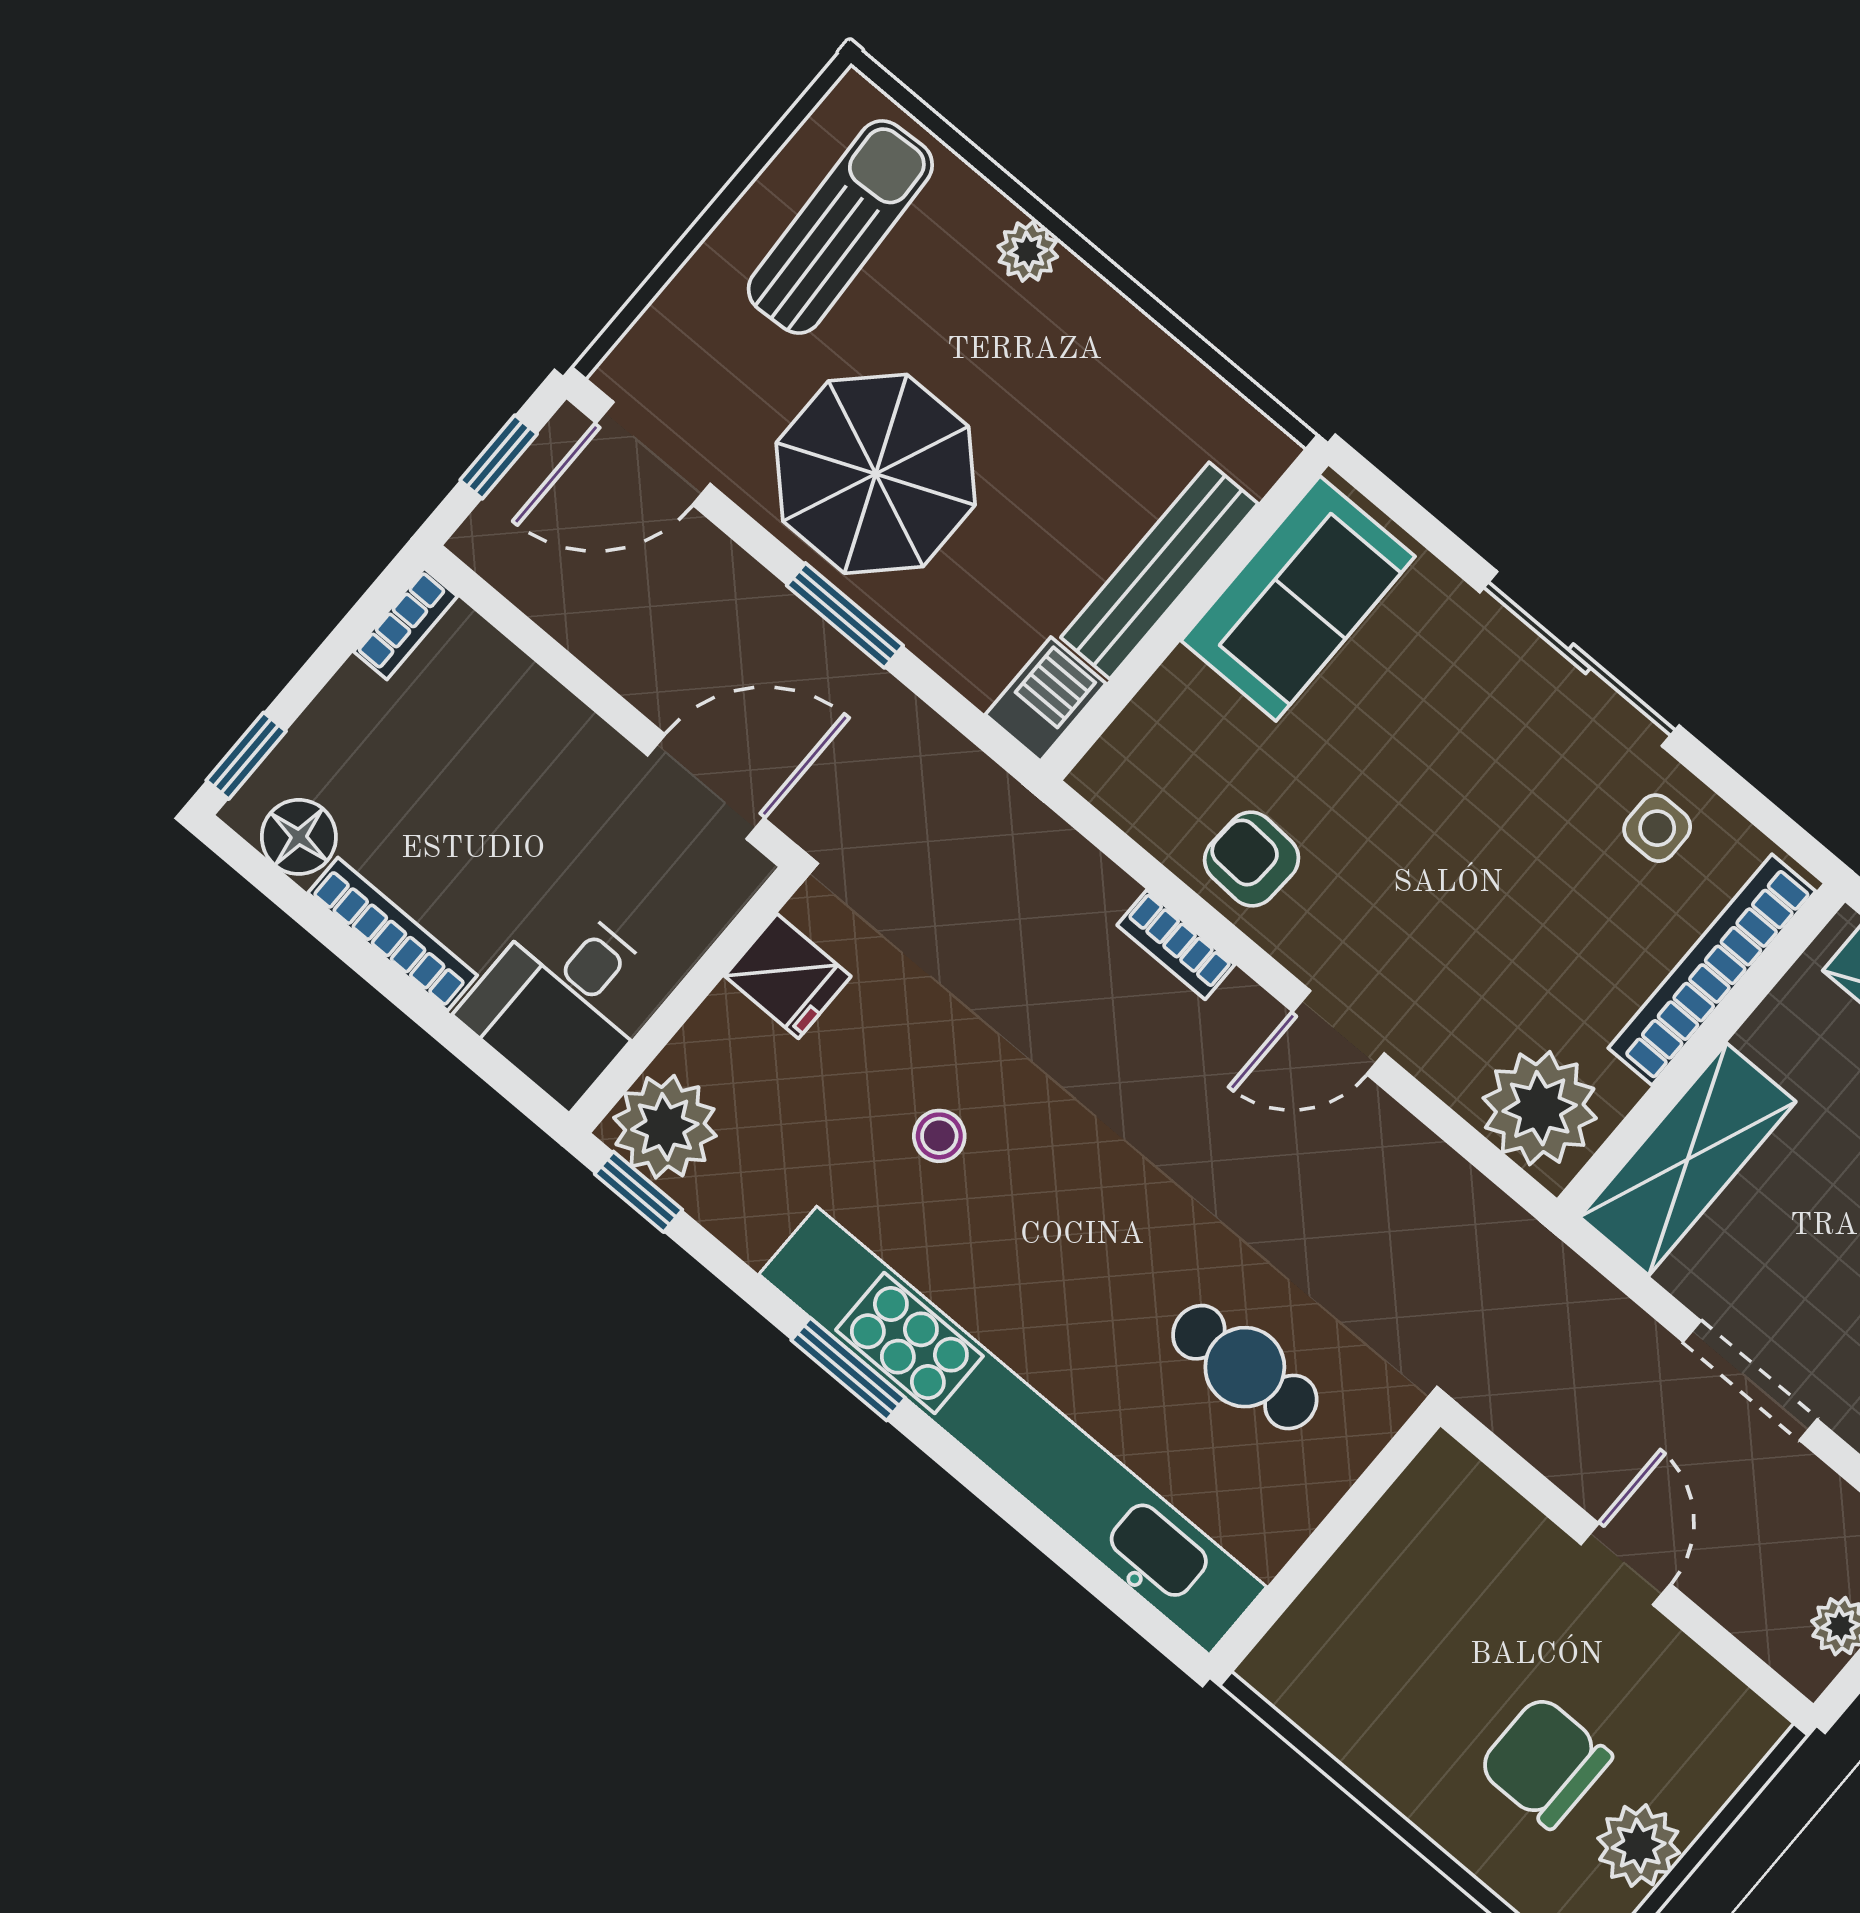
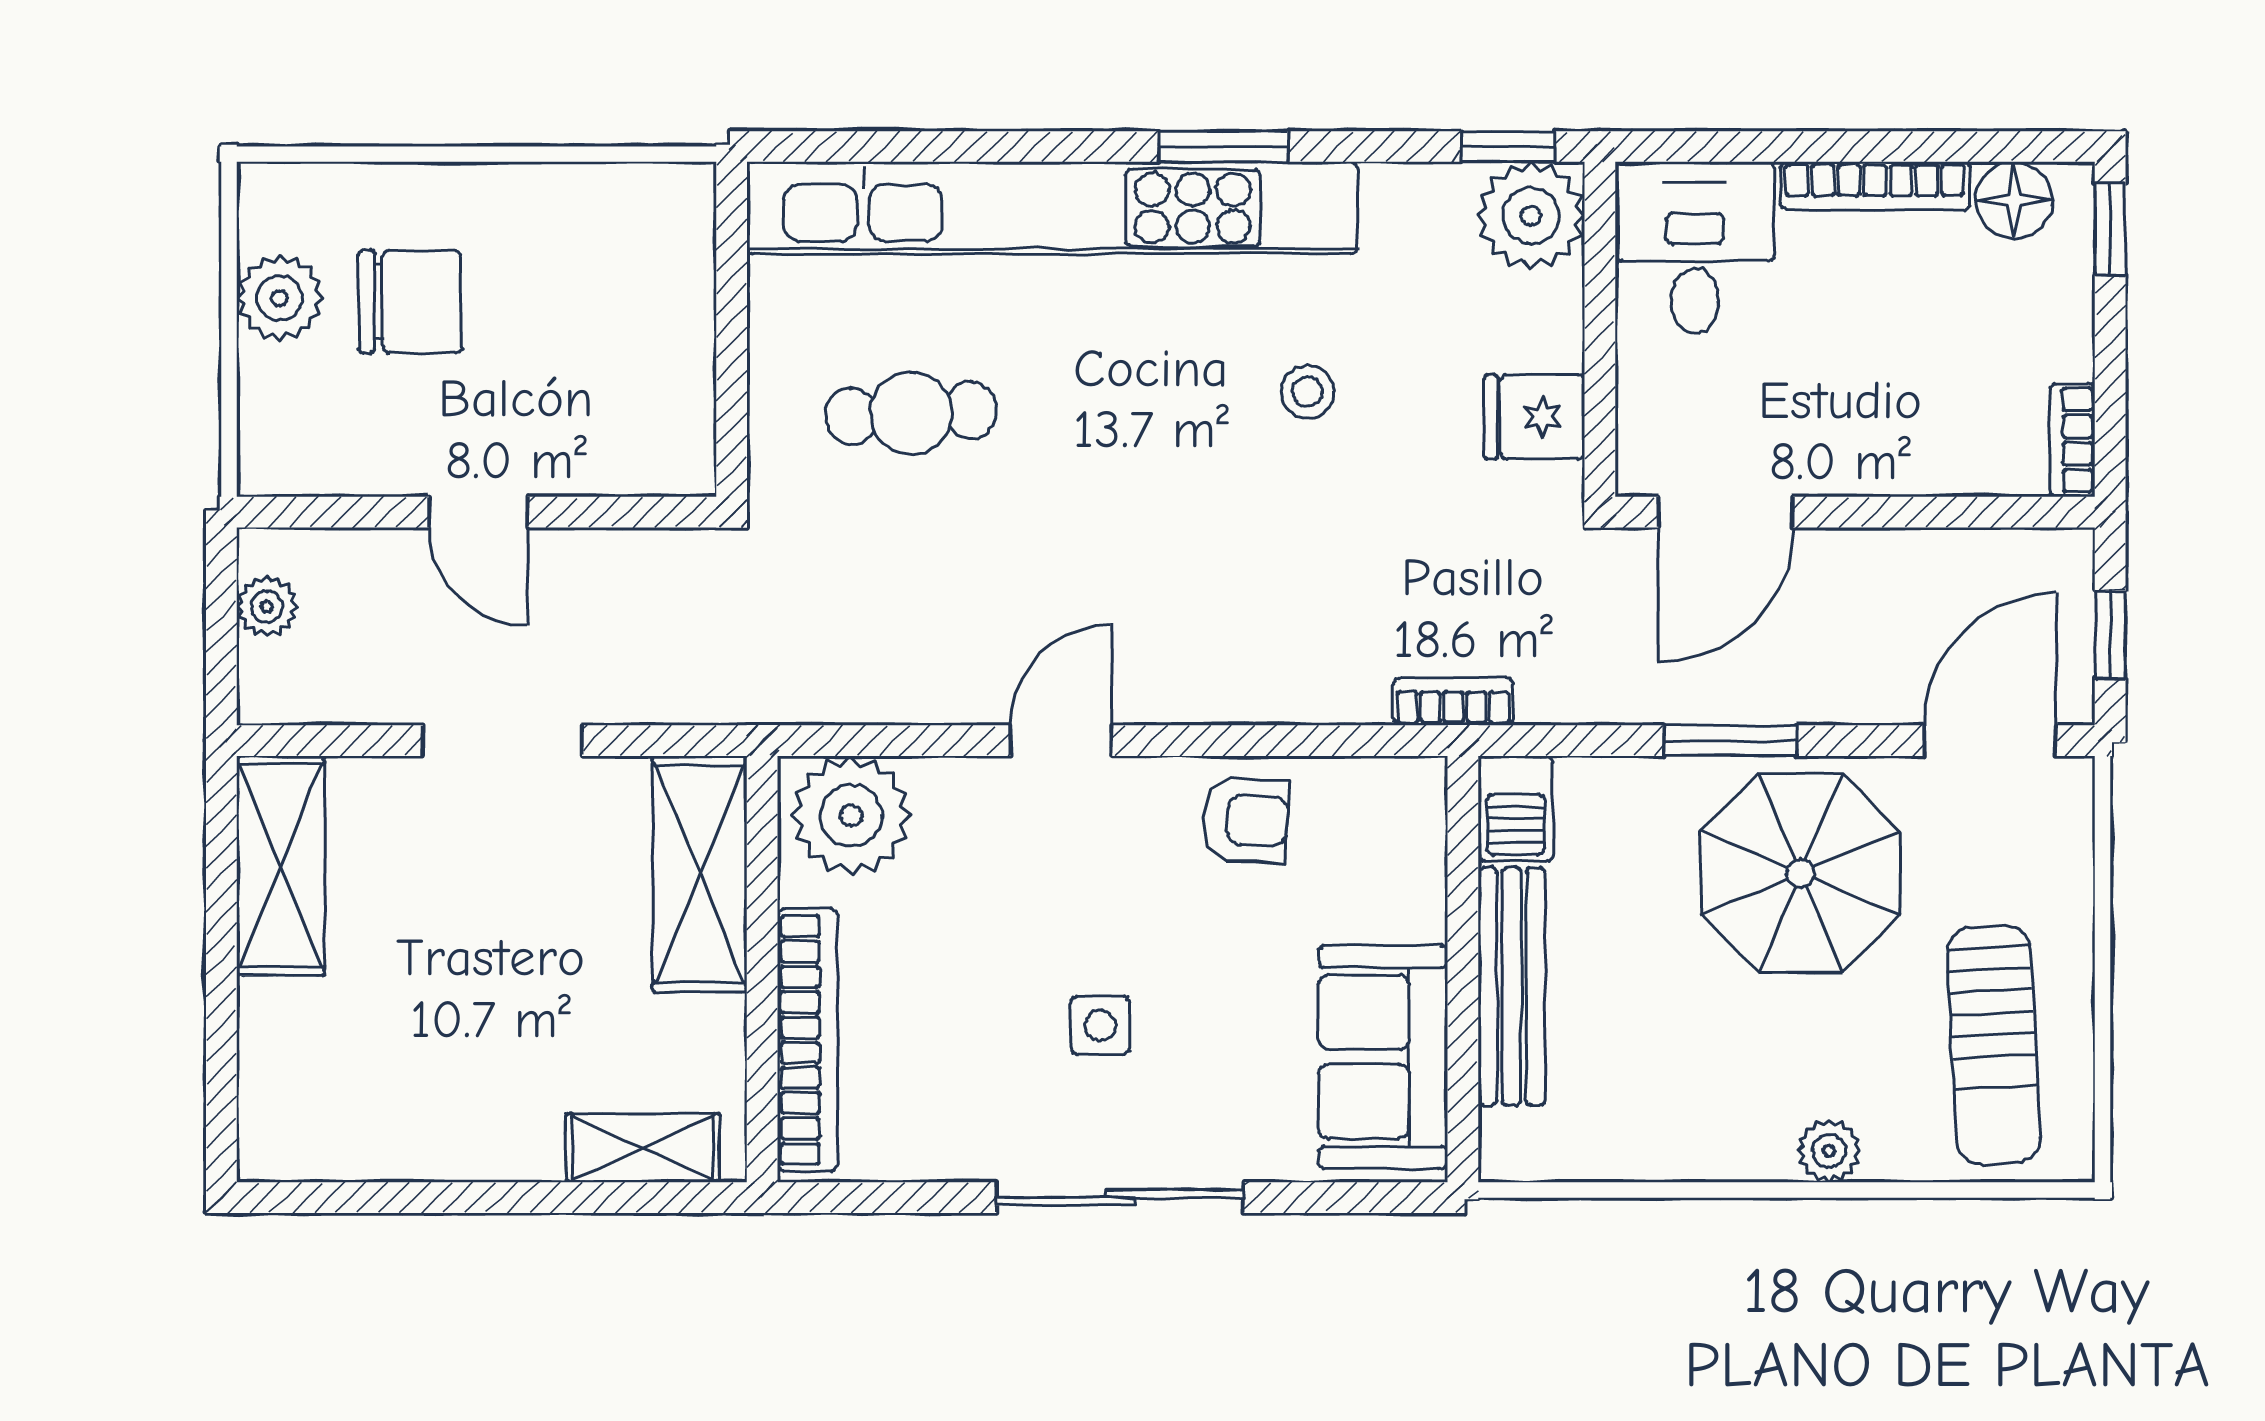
side table: (1657, 828) -> (1100, 1025), moved
bookcase: (1176, 945) -> (1453, 701), moved

